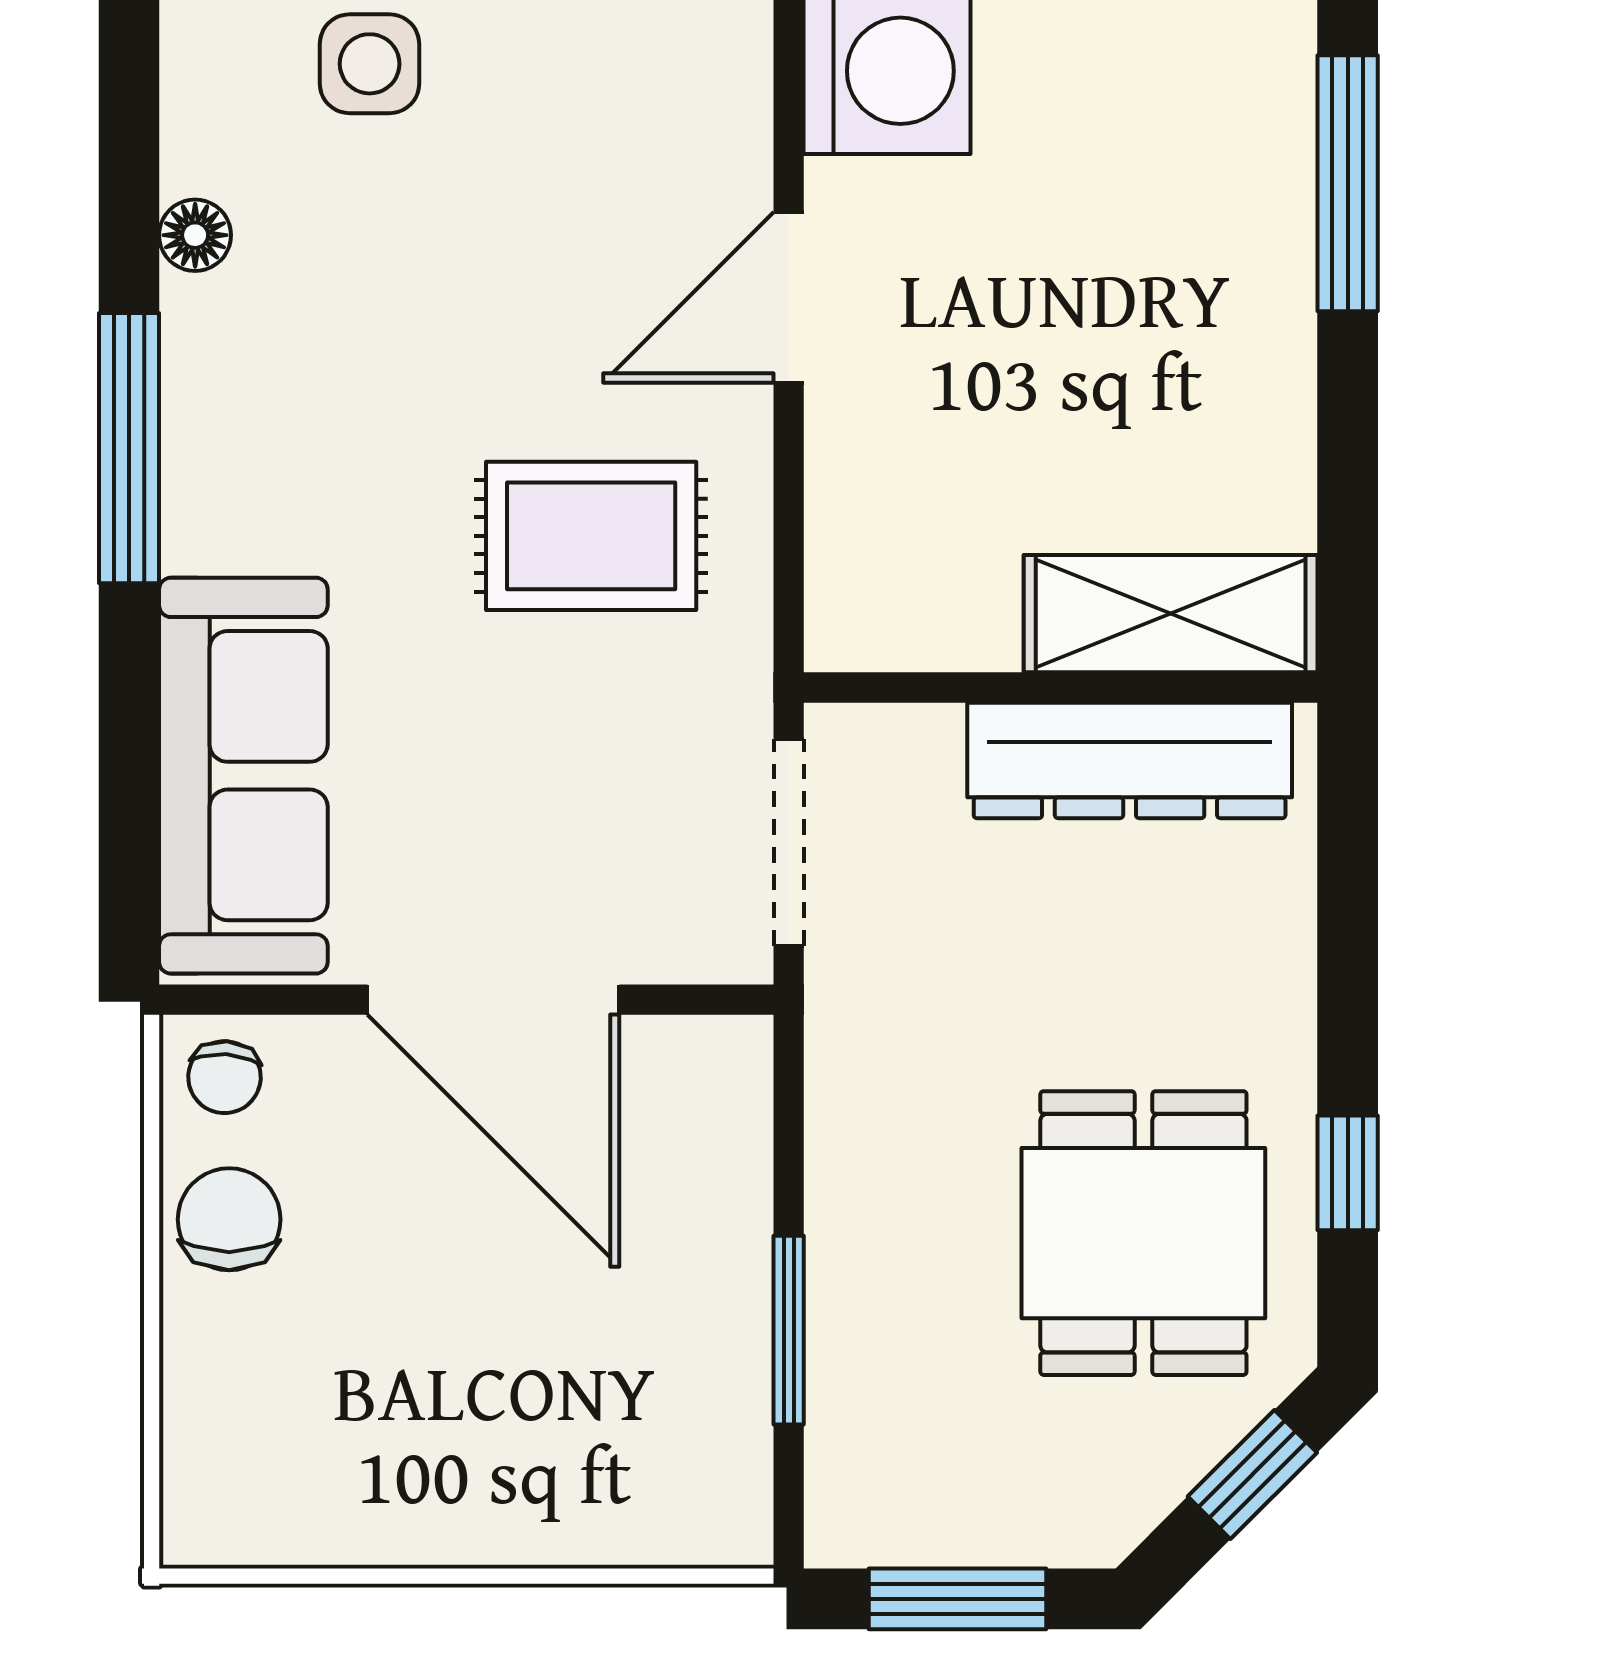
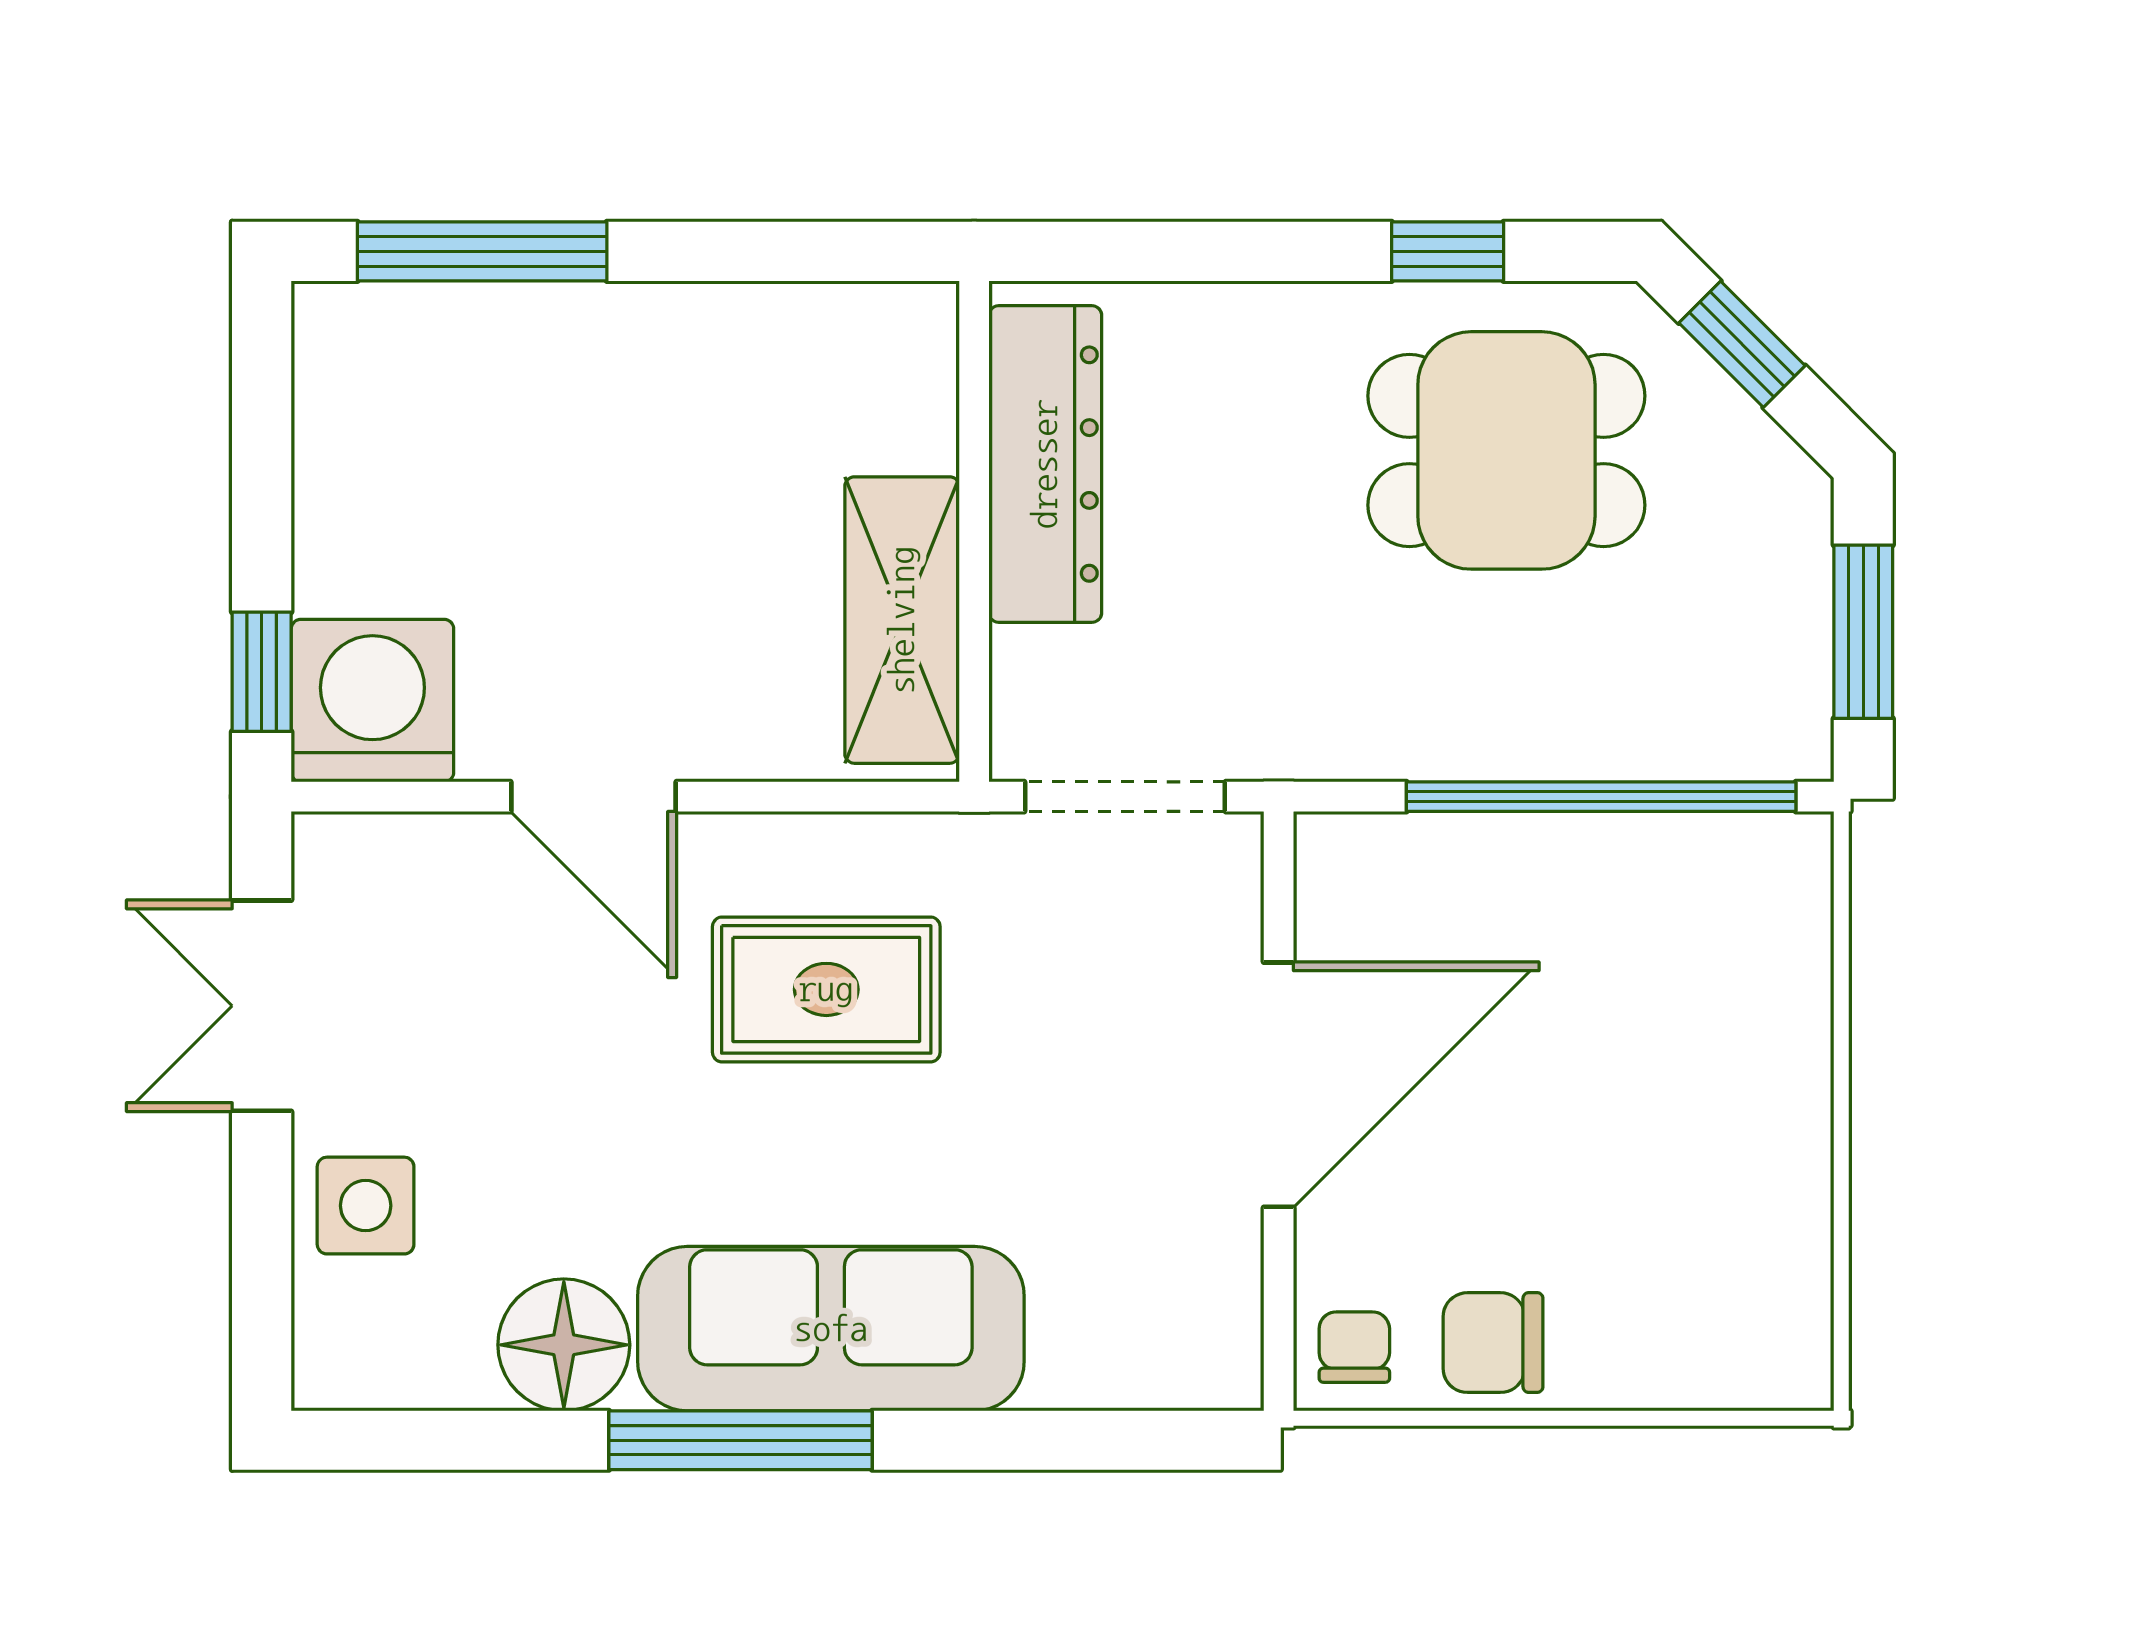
floor lamp: (195, 235) -> (564, 1345), width x1.89, depth x1.89
rug: (591, 536) -> (826, 989), turned 90
shelving: (1171, 614) -> (902, 620), moved
sofa: (243, 776) -> (831, 1329), moved
chair: (225, 1077) -> (1354, 1347), turned -94
window: (789, 1330) -> (1601, 797), width x2.11

